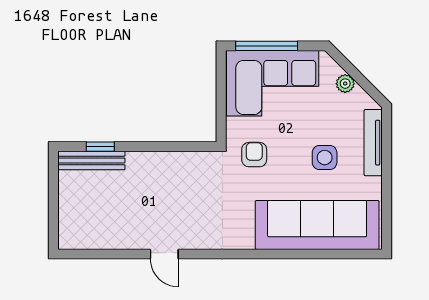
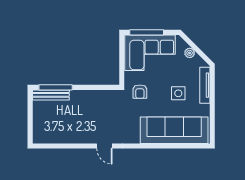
window: (100, 147) -> (56, 87), width x2.17
armchair: (254, 155) -> (140, 92), turned 180
door: (164, 254) -> (104, 146), moved

